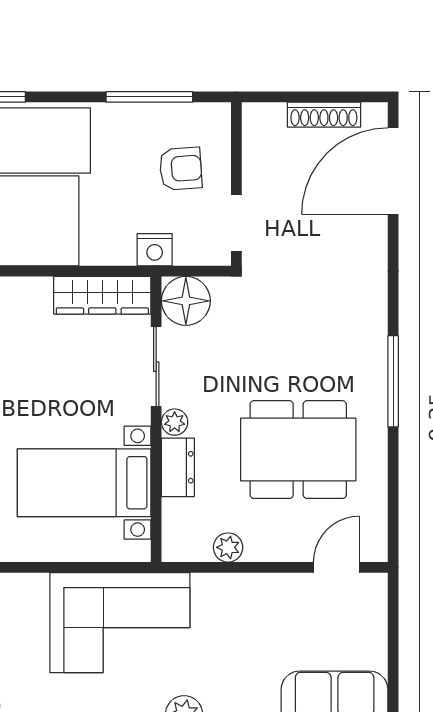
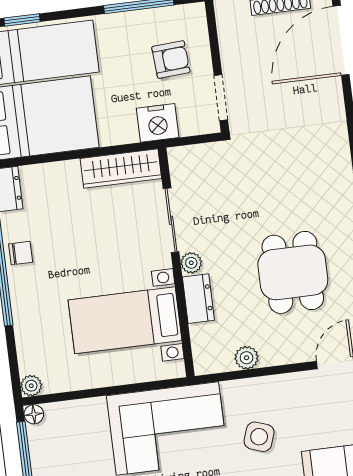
nightstand: (155, 250) -> (158, 123), width x1.36, depth x1.33
floor lamp: (186, 301) -> (188, 165), removed
dining table: (298, 450) -> (293, 272), width x0.73
side table: (231, 647) -> (259, 437), added

